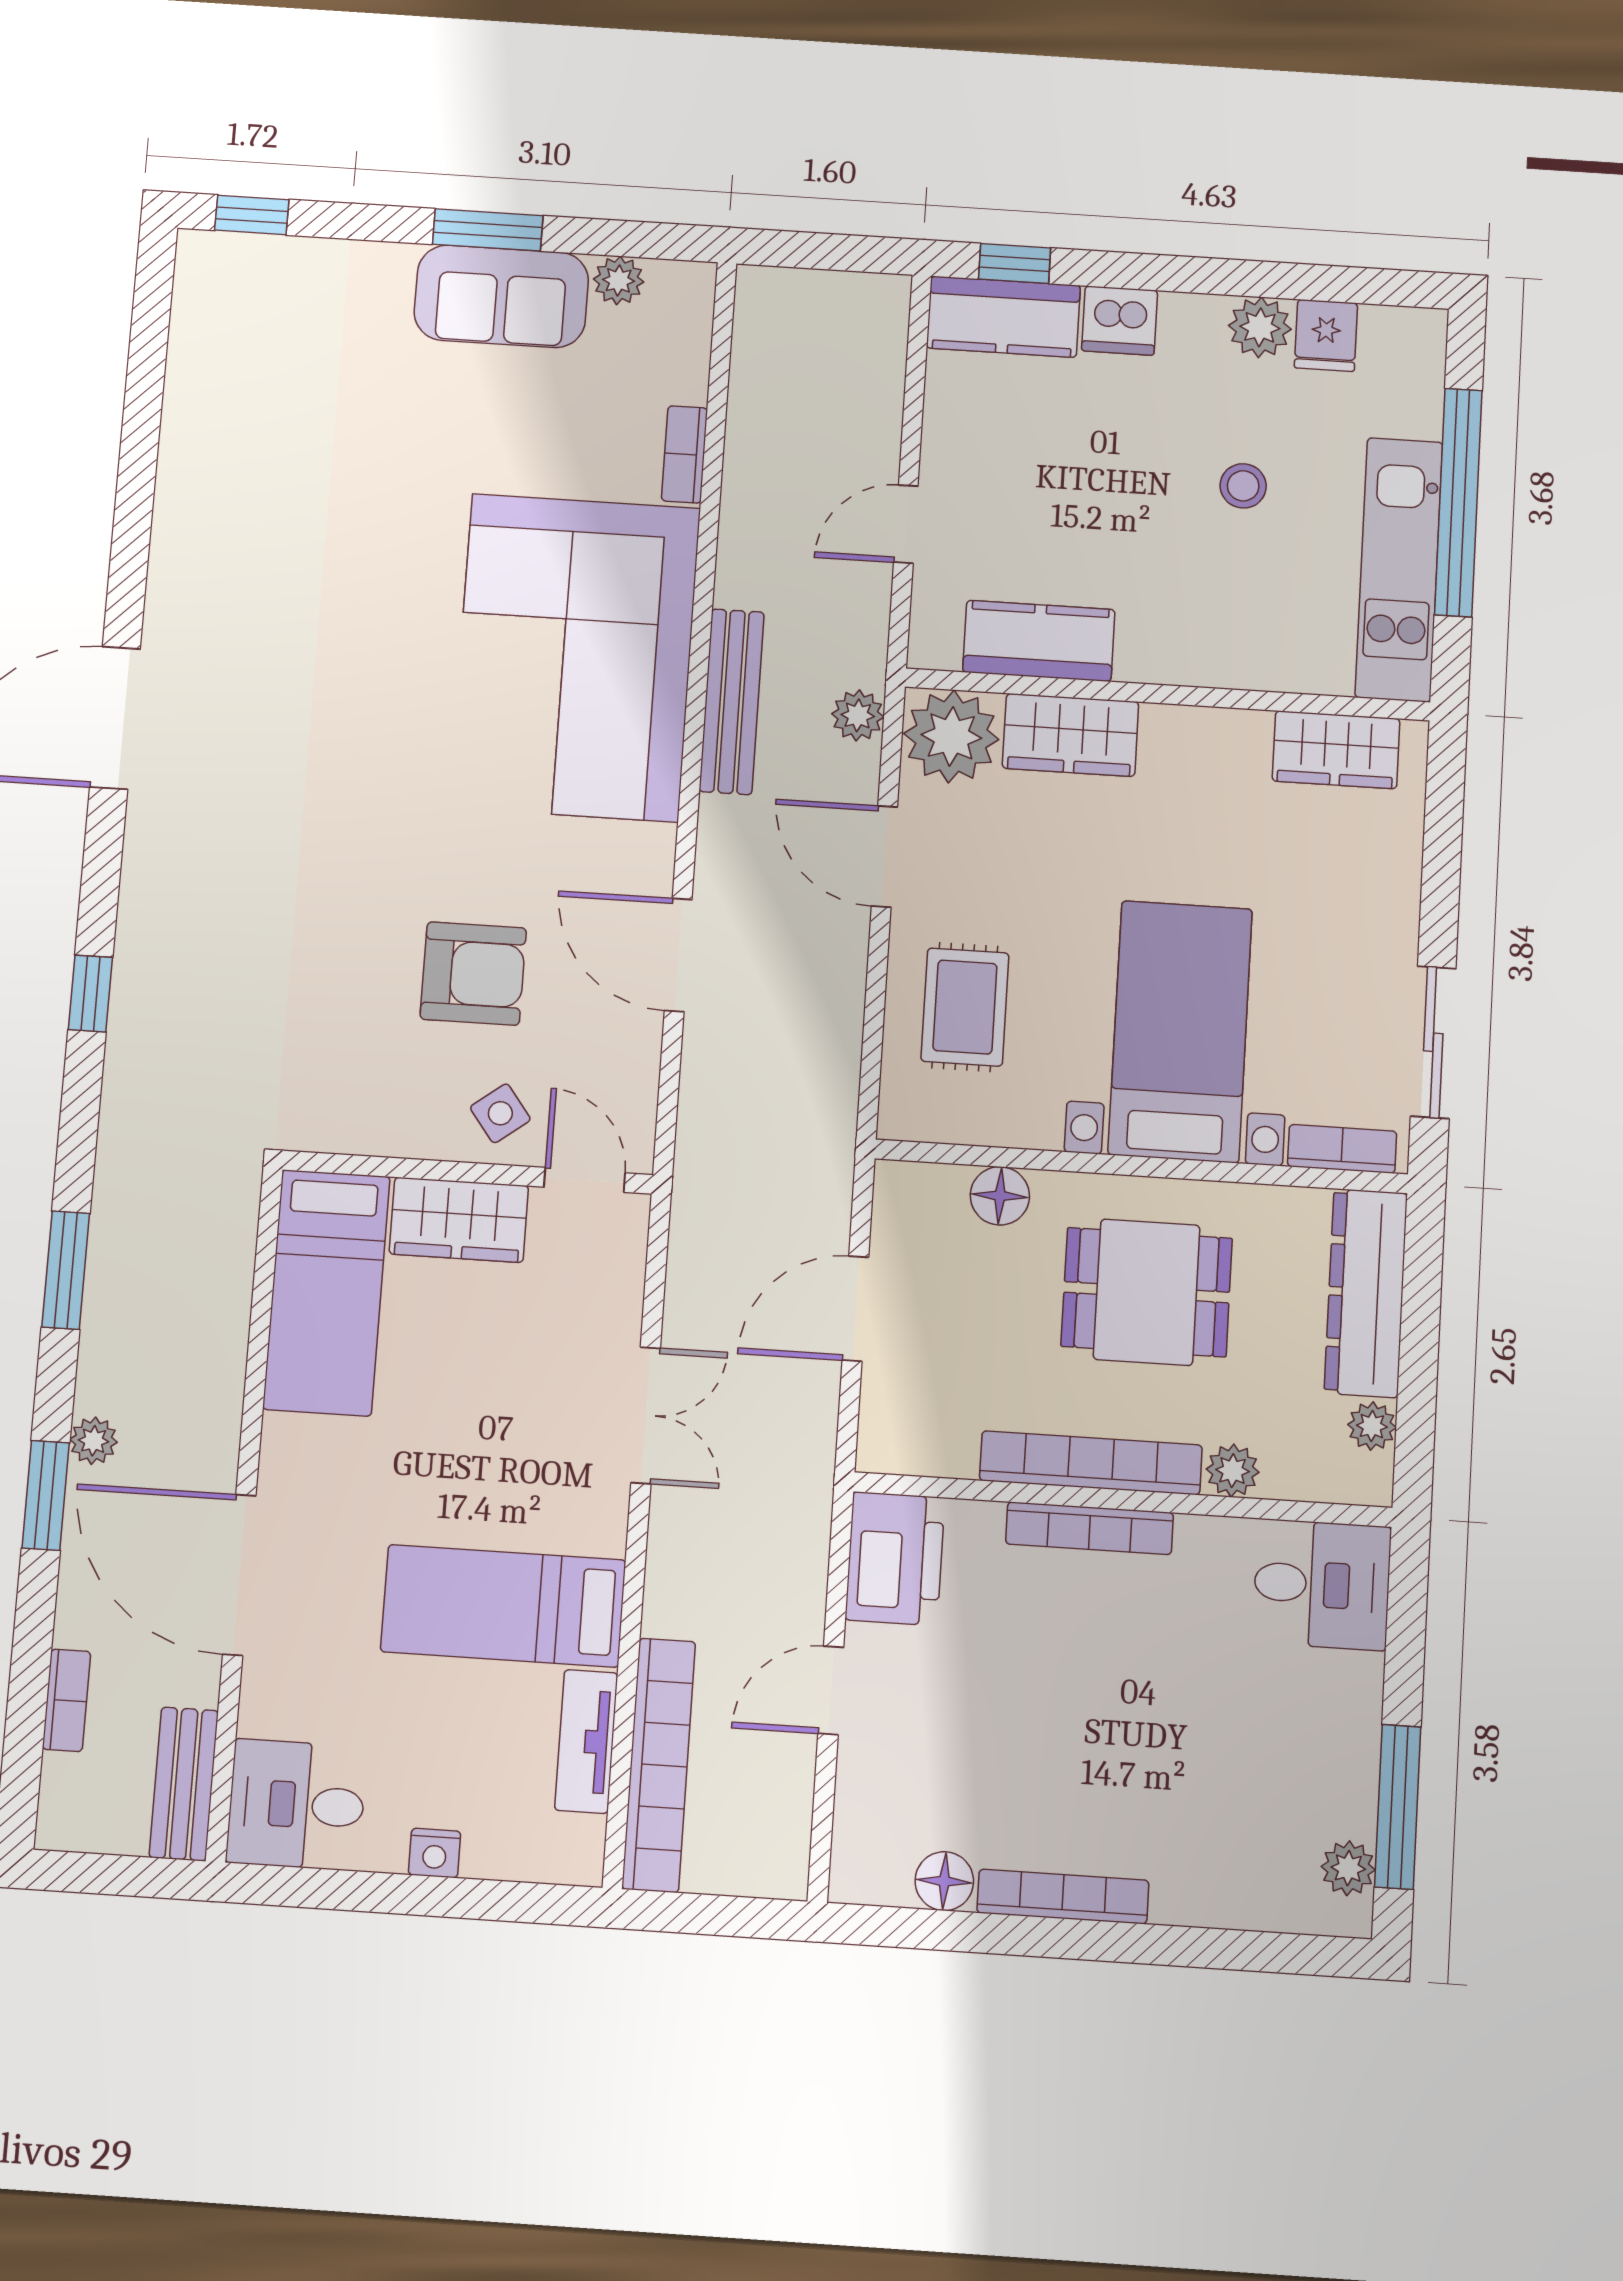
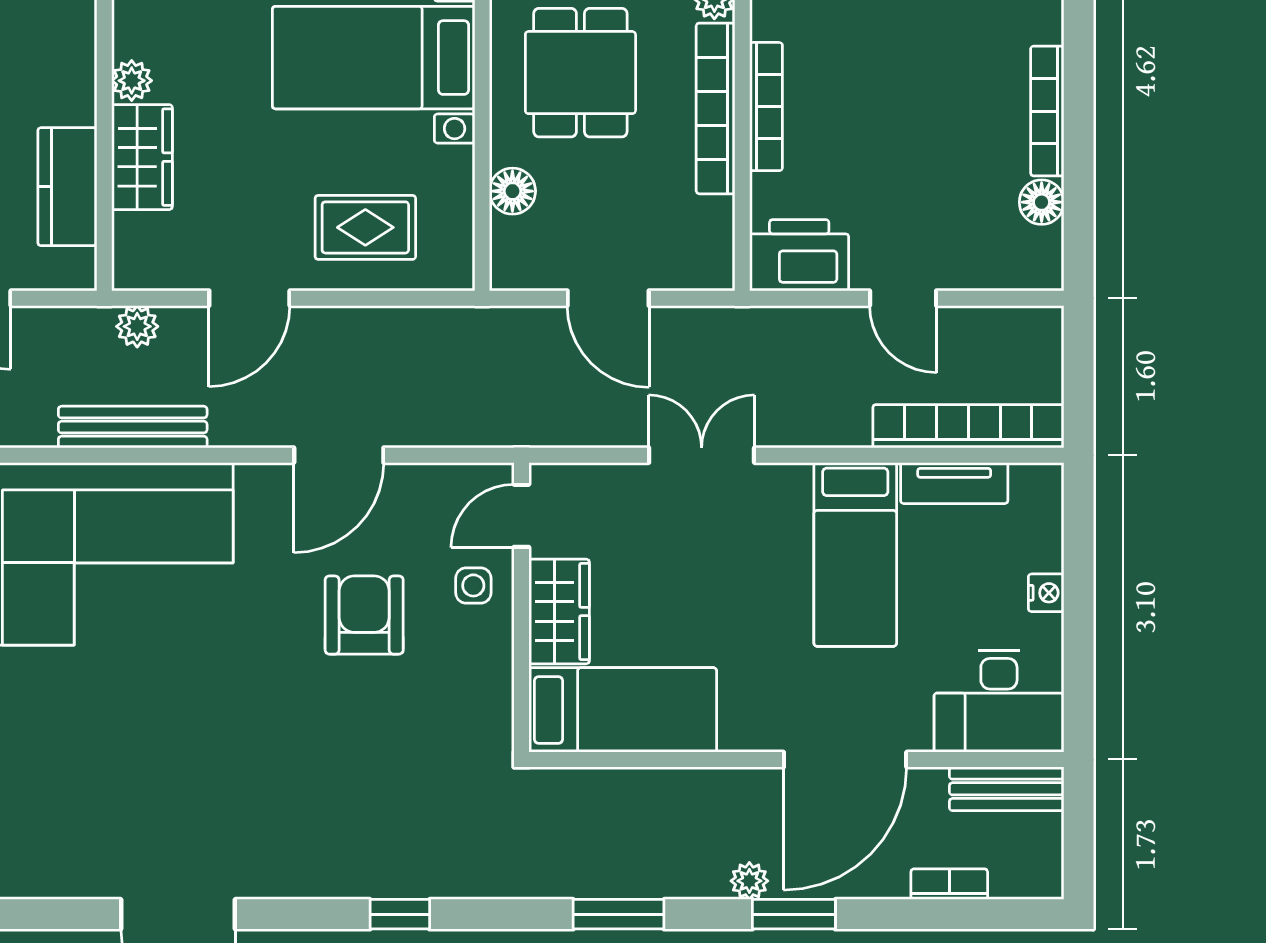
plant: (951, 736) -> (132, 81), moved, width x0.53, depth x0.53
side table: (500, 1113) -> (473, 585), turned 37
desk: (296, 1805) -> (999, 701), width x1.37

